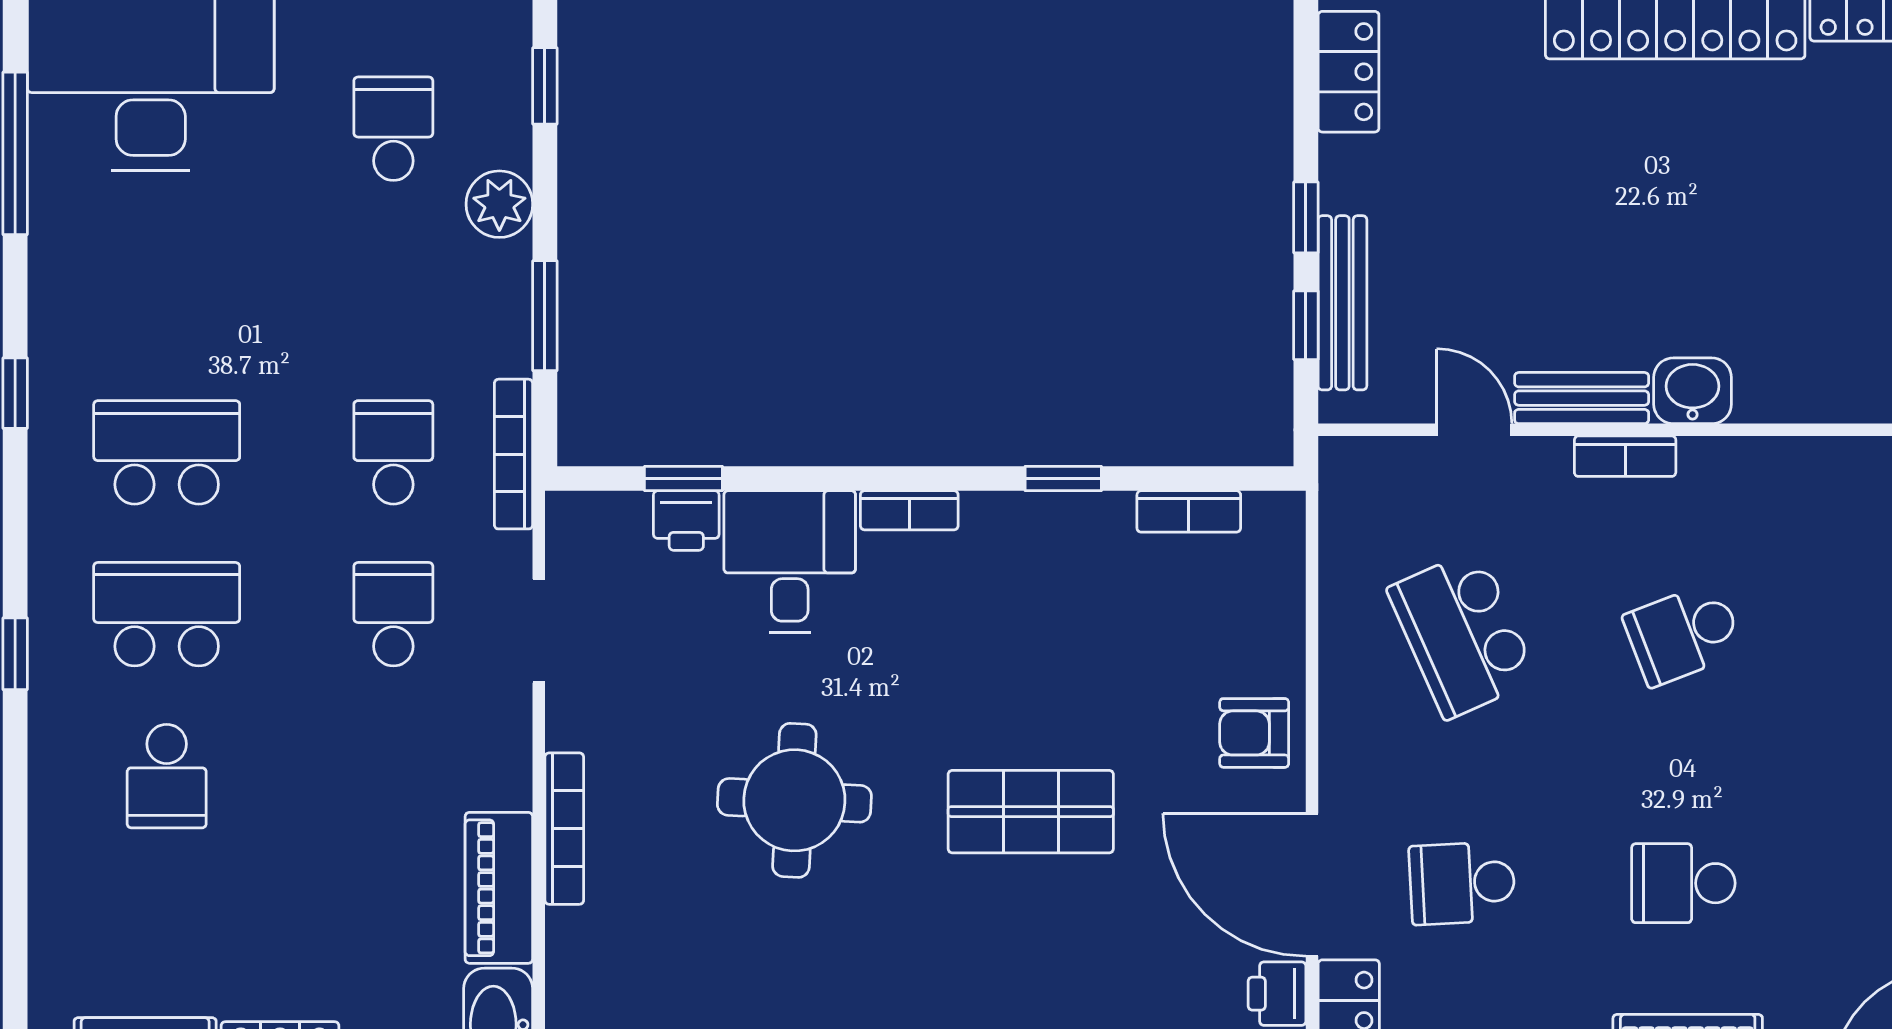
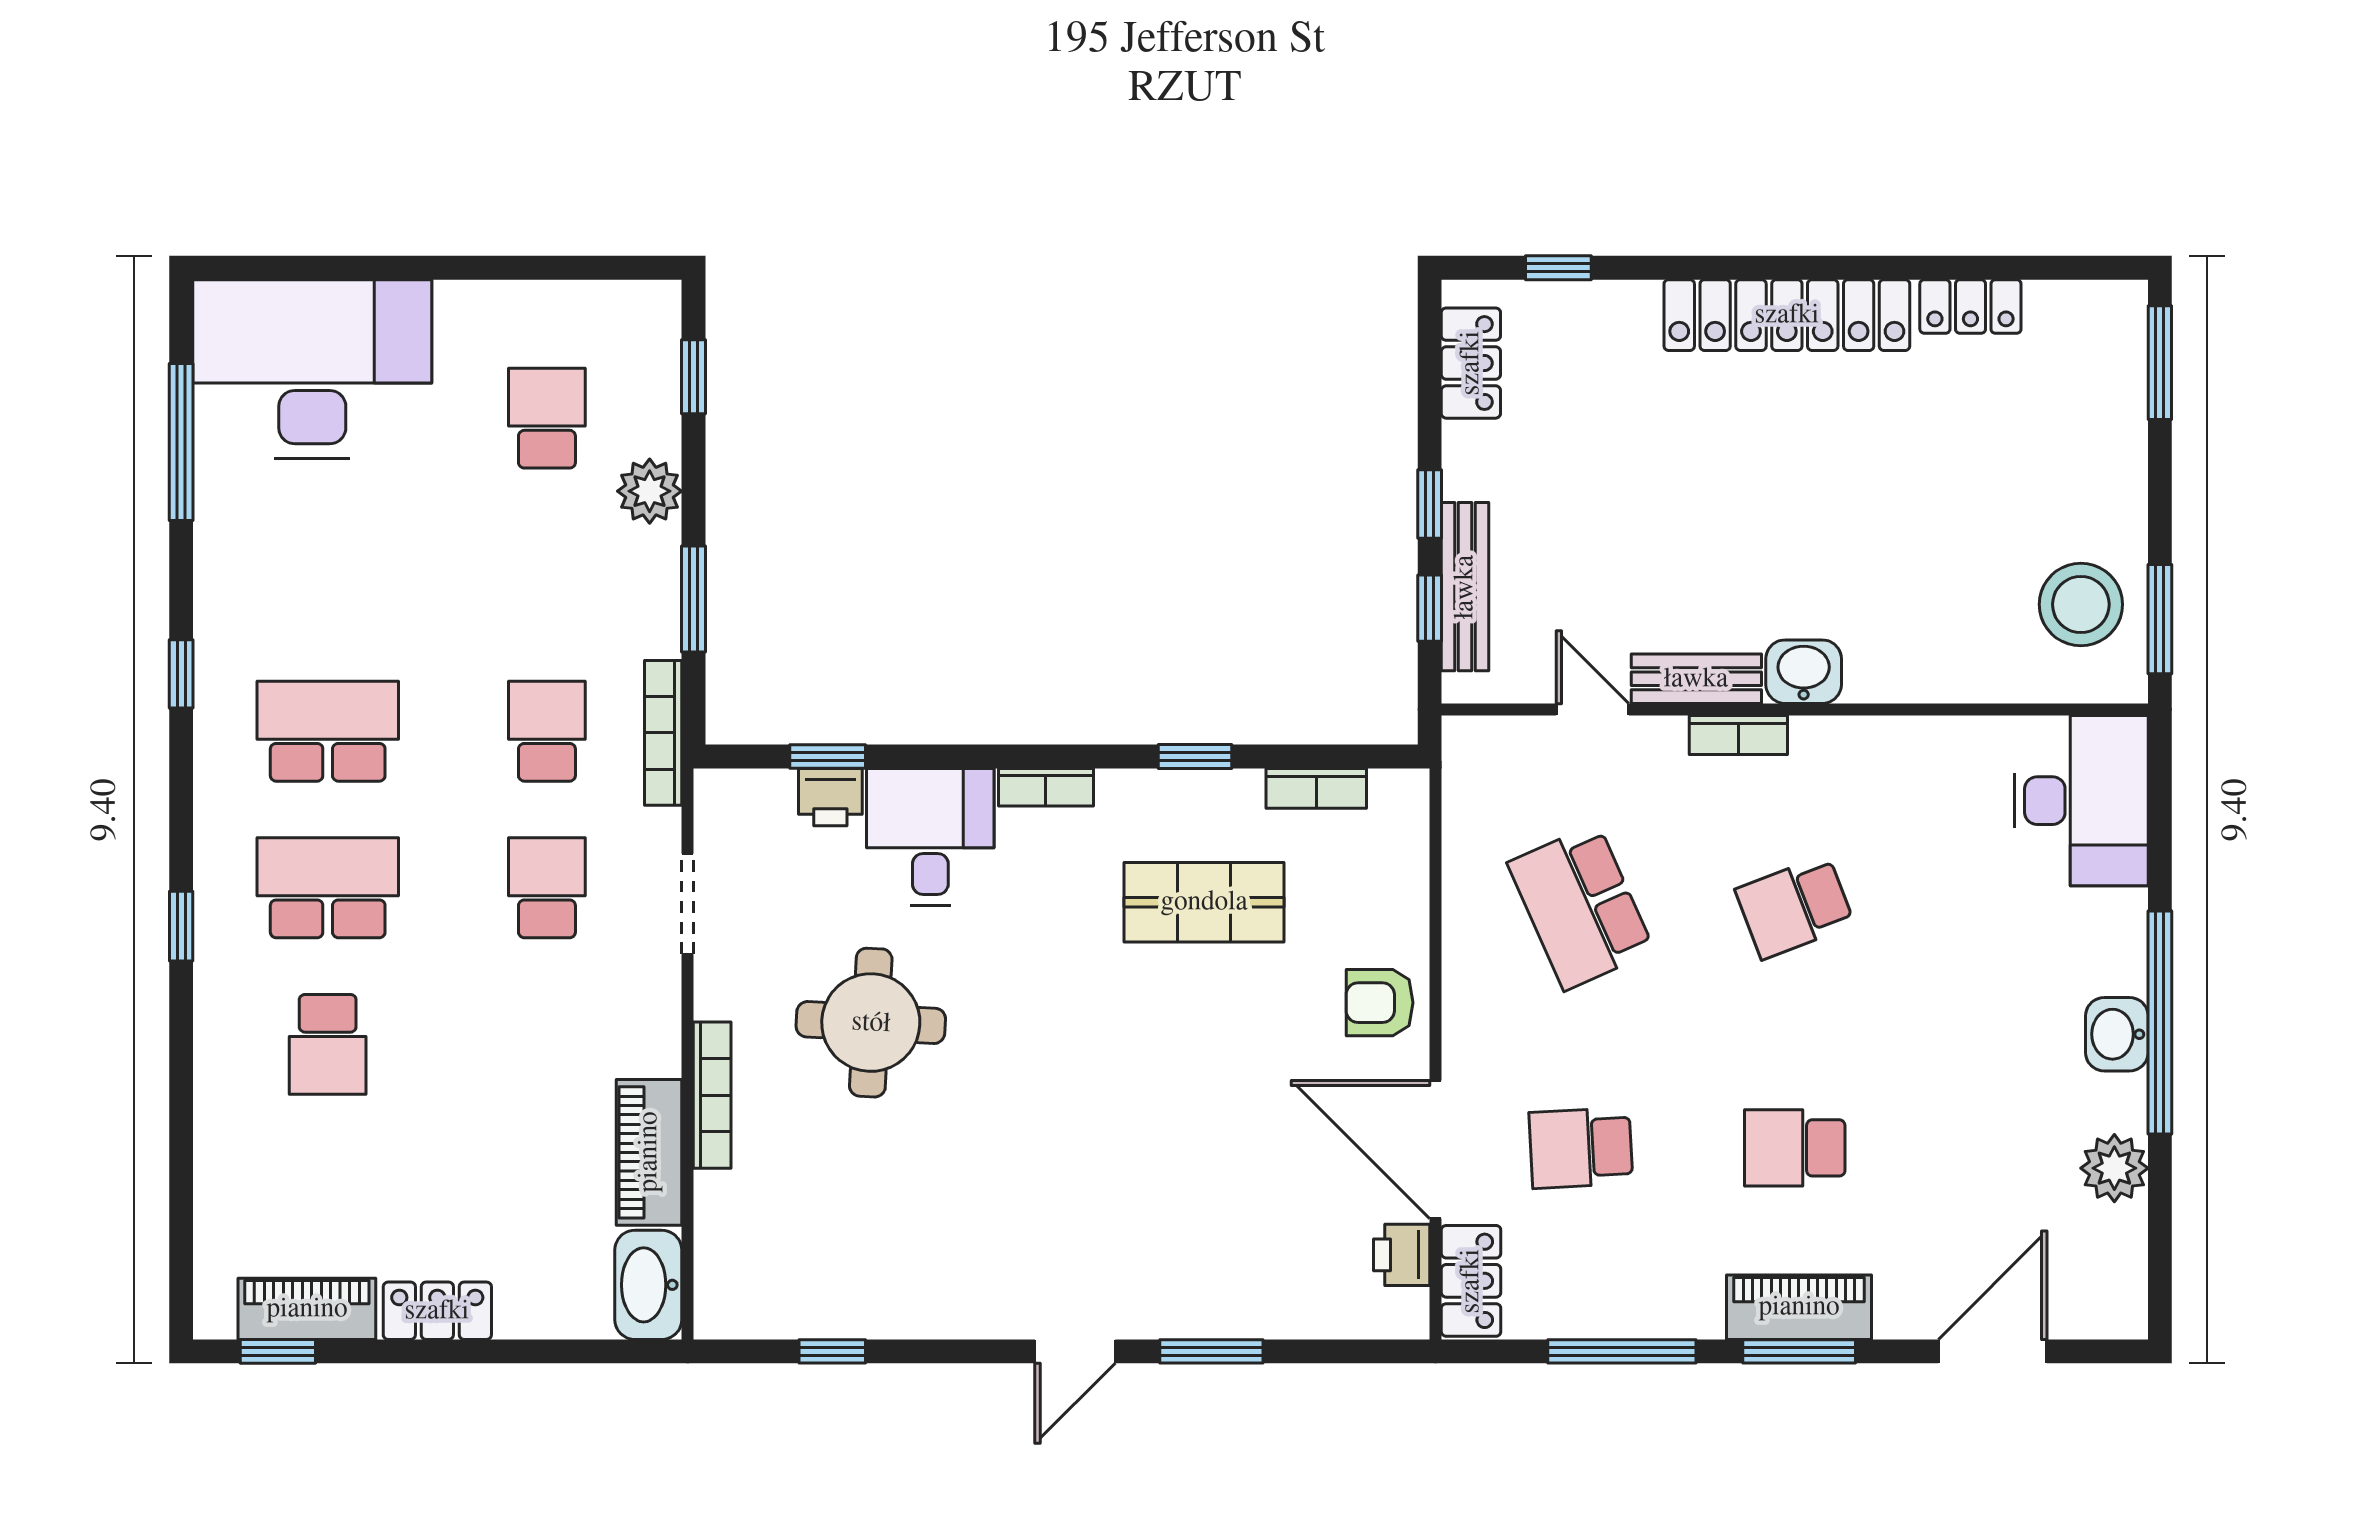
round table: (794, 800) -> (871, 1023), moved
shop shelf: (1031, 812) -> (1204, 902), moved

